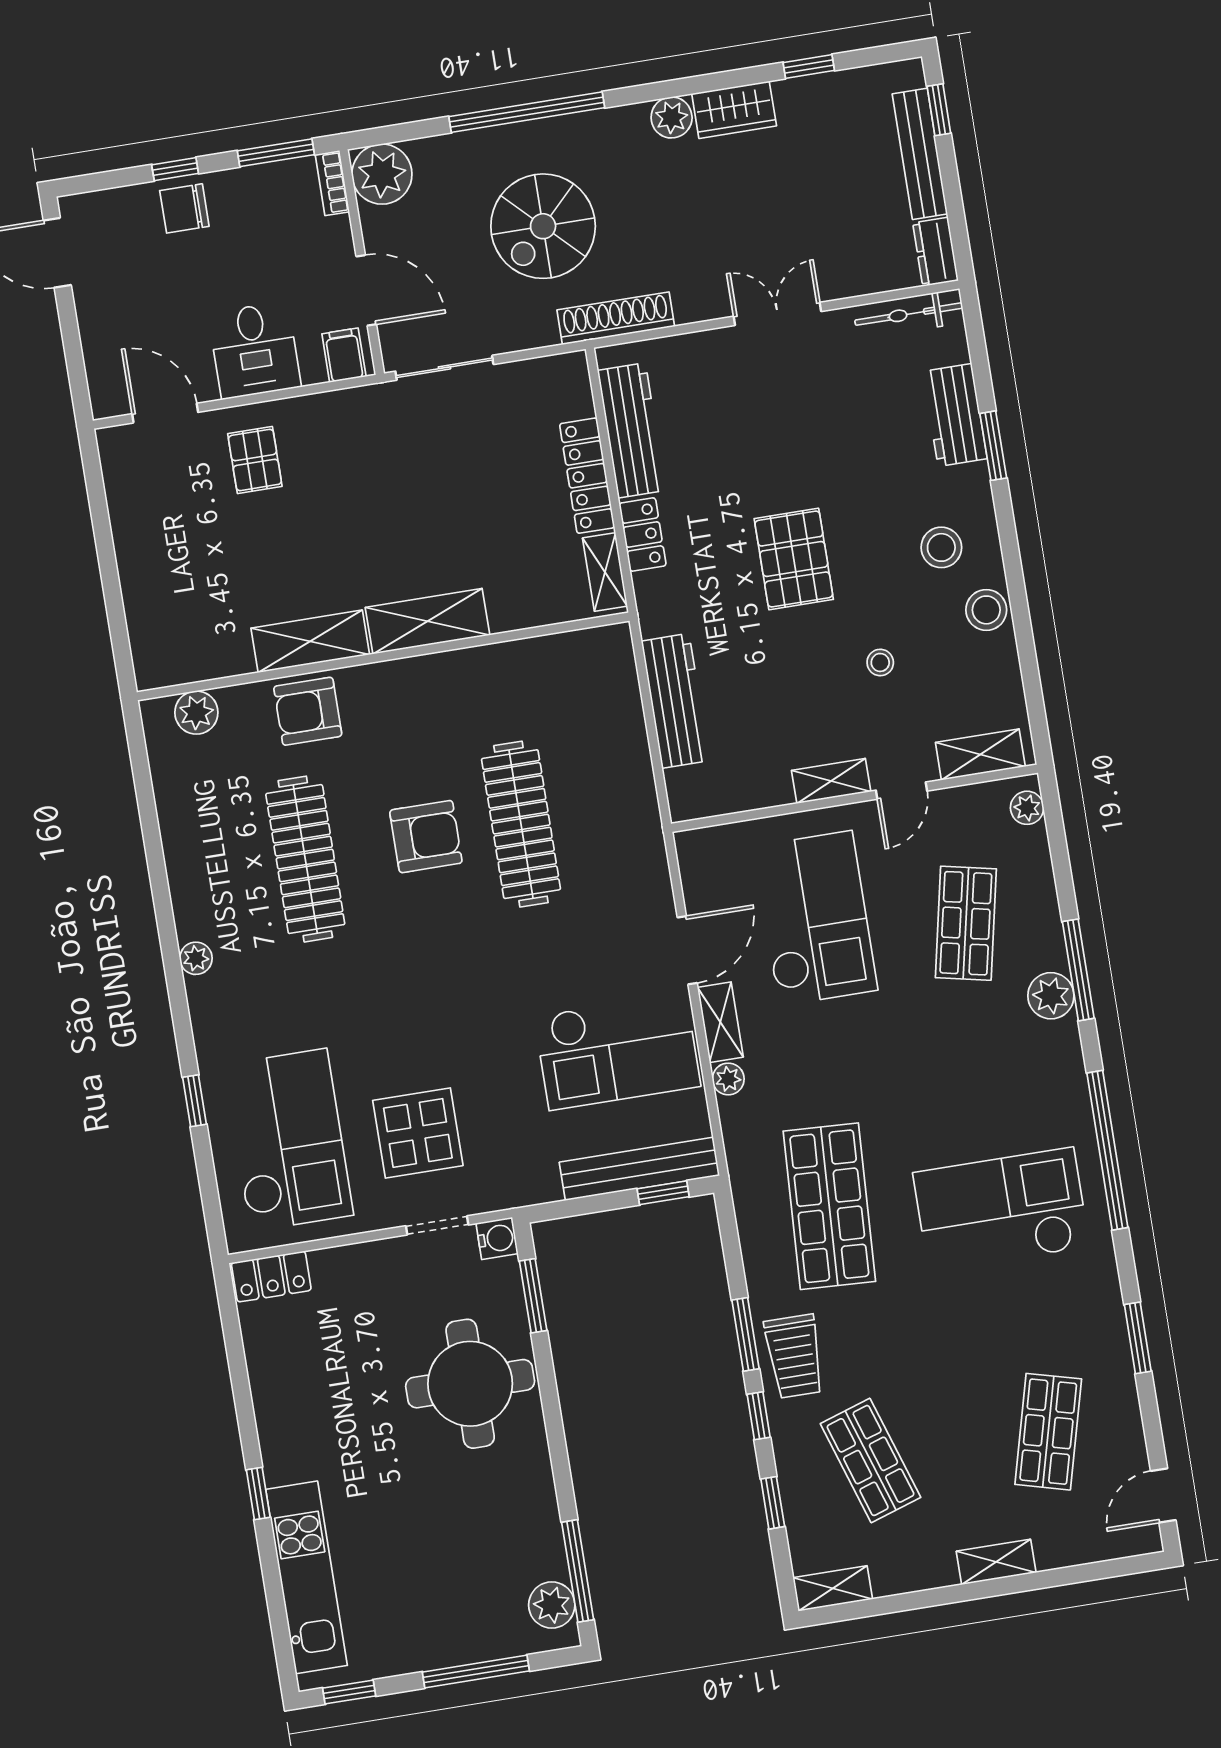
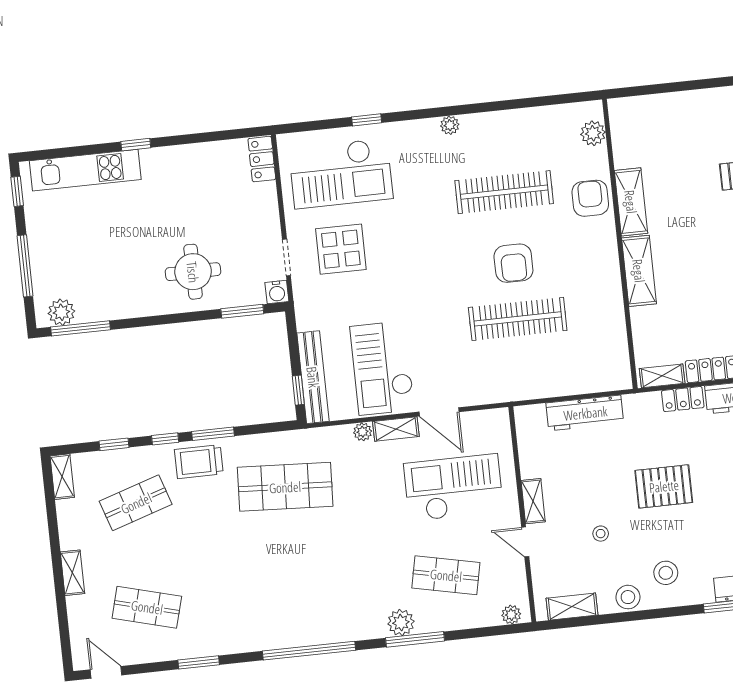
shelving: (980, 754) -> (572, 607), moved, turned 90
checkout: (815, 918) -> (454, 488), turned 180
checkout: (1001, 1210) -> (278, 587), removed
round table: (470, 1384) -> (193, 272), width x0.73, depth x0.73

